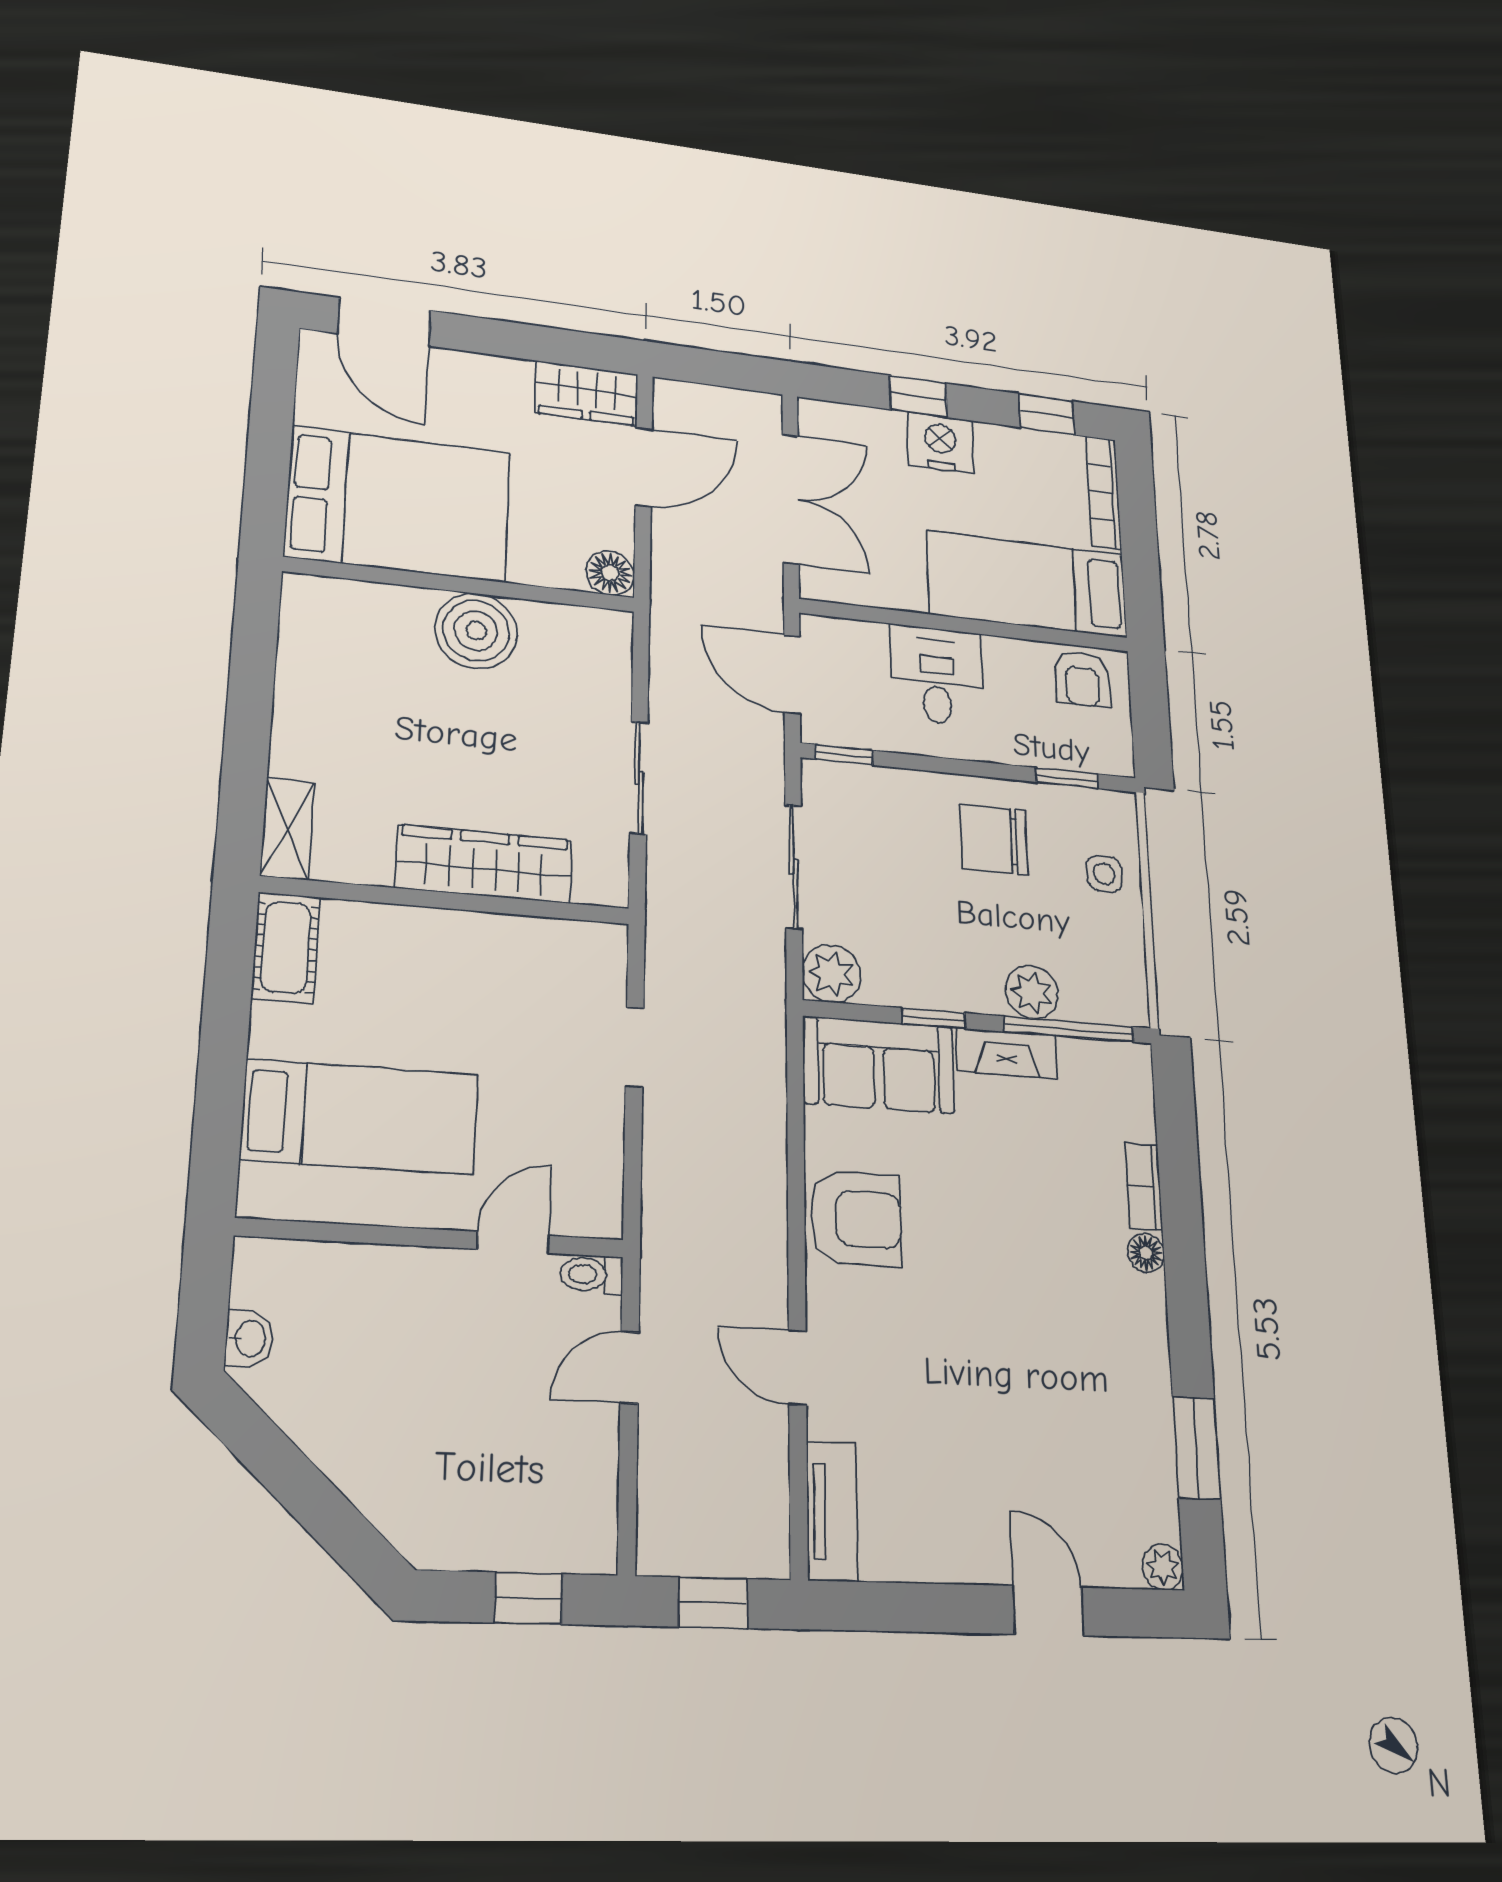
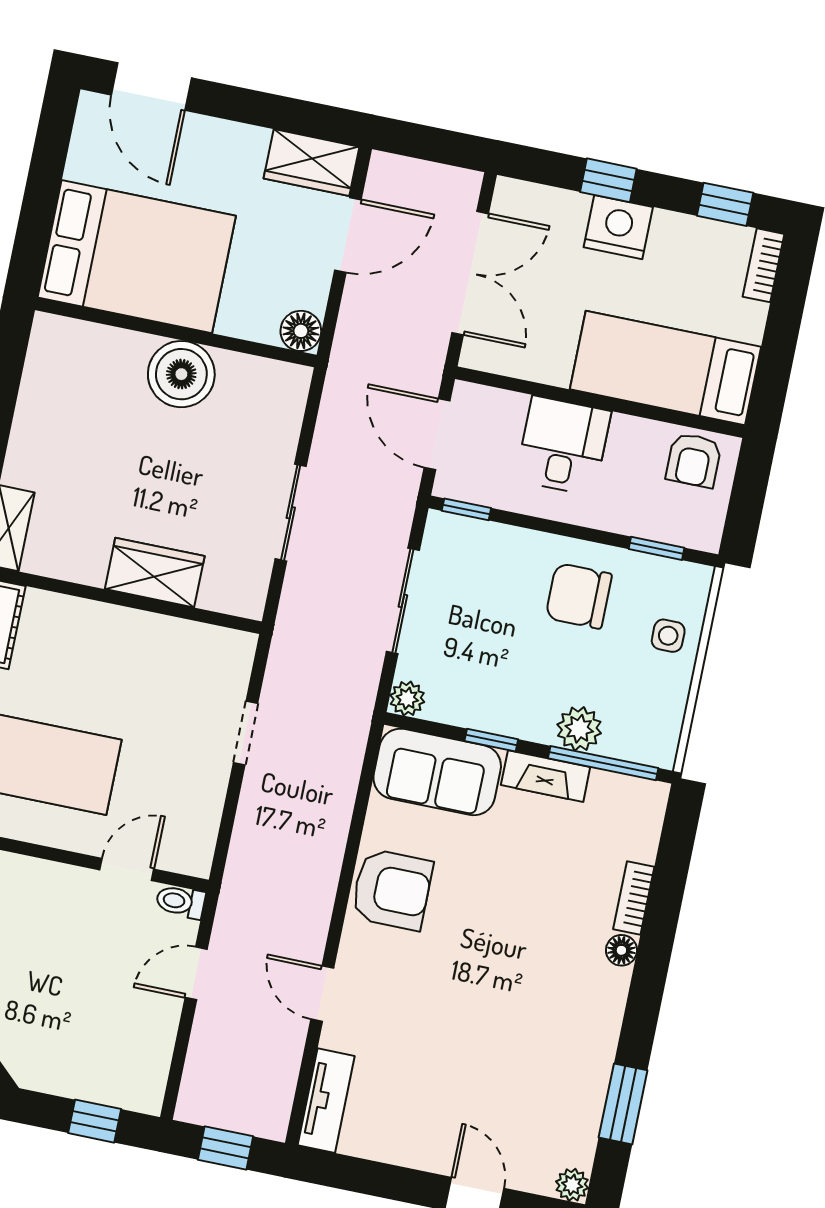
bookcase: (1103, 492) -> (763, 265), width x0.64
wardrobe: (484, 864) -> (155, 573), width x0.67
plant: (832, 974) -> (407, 698), width x0.73, depth x0.73

